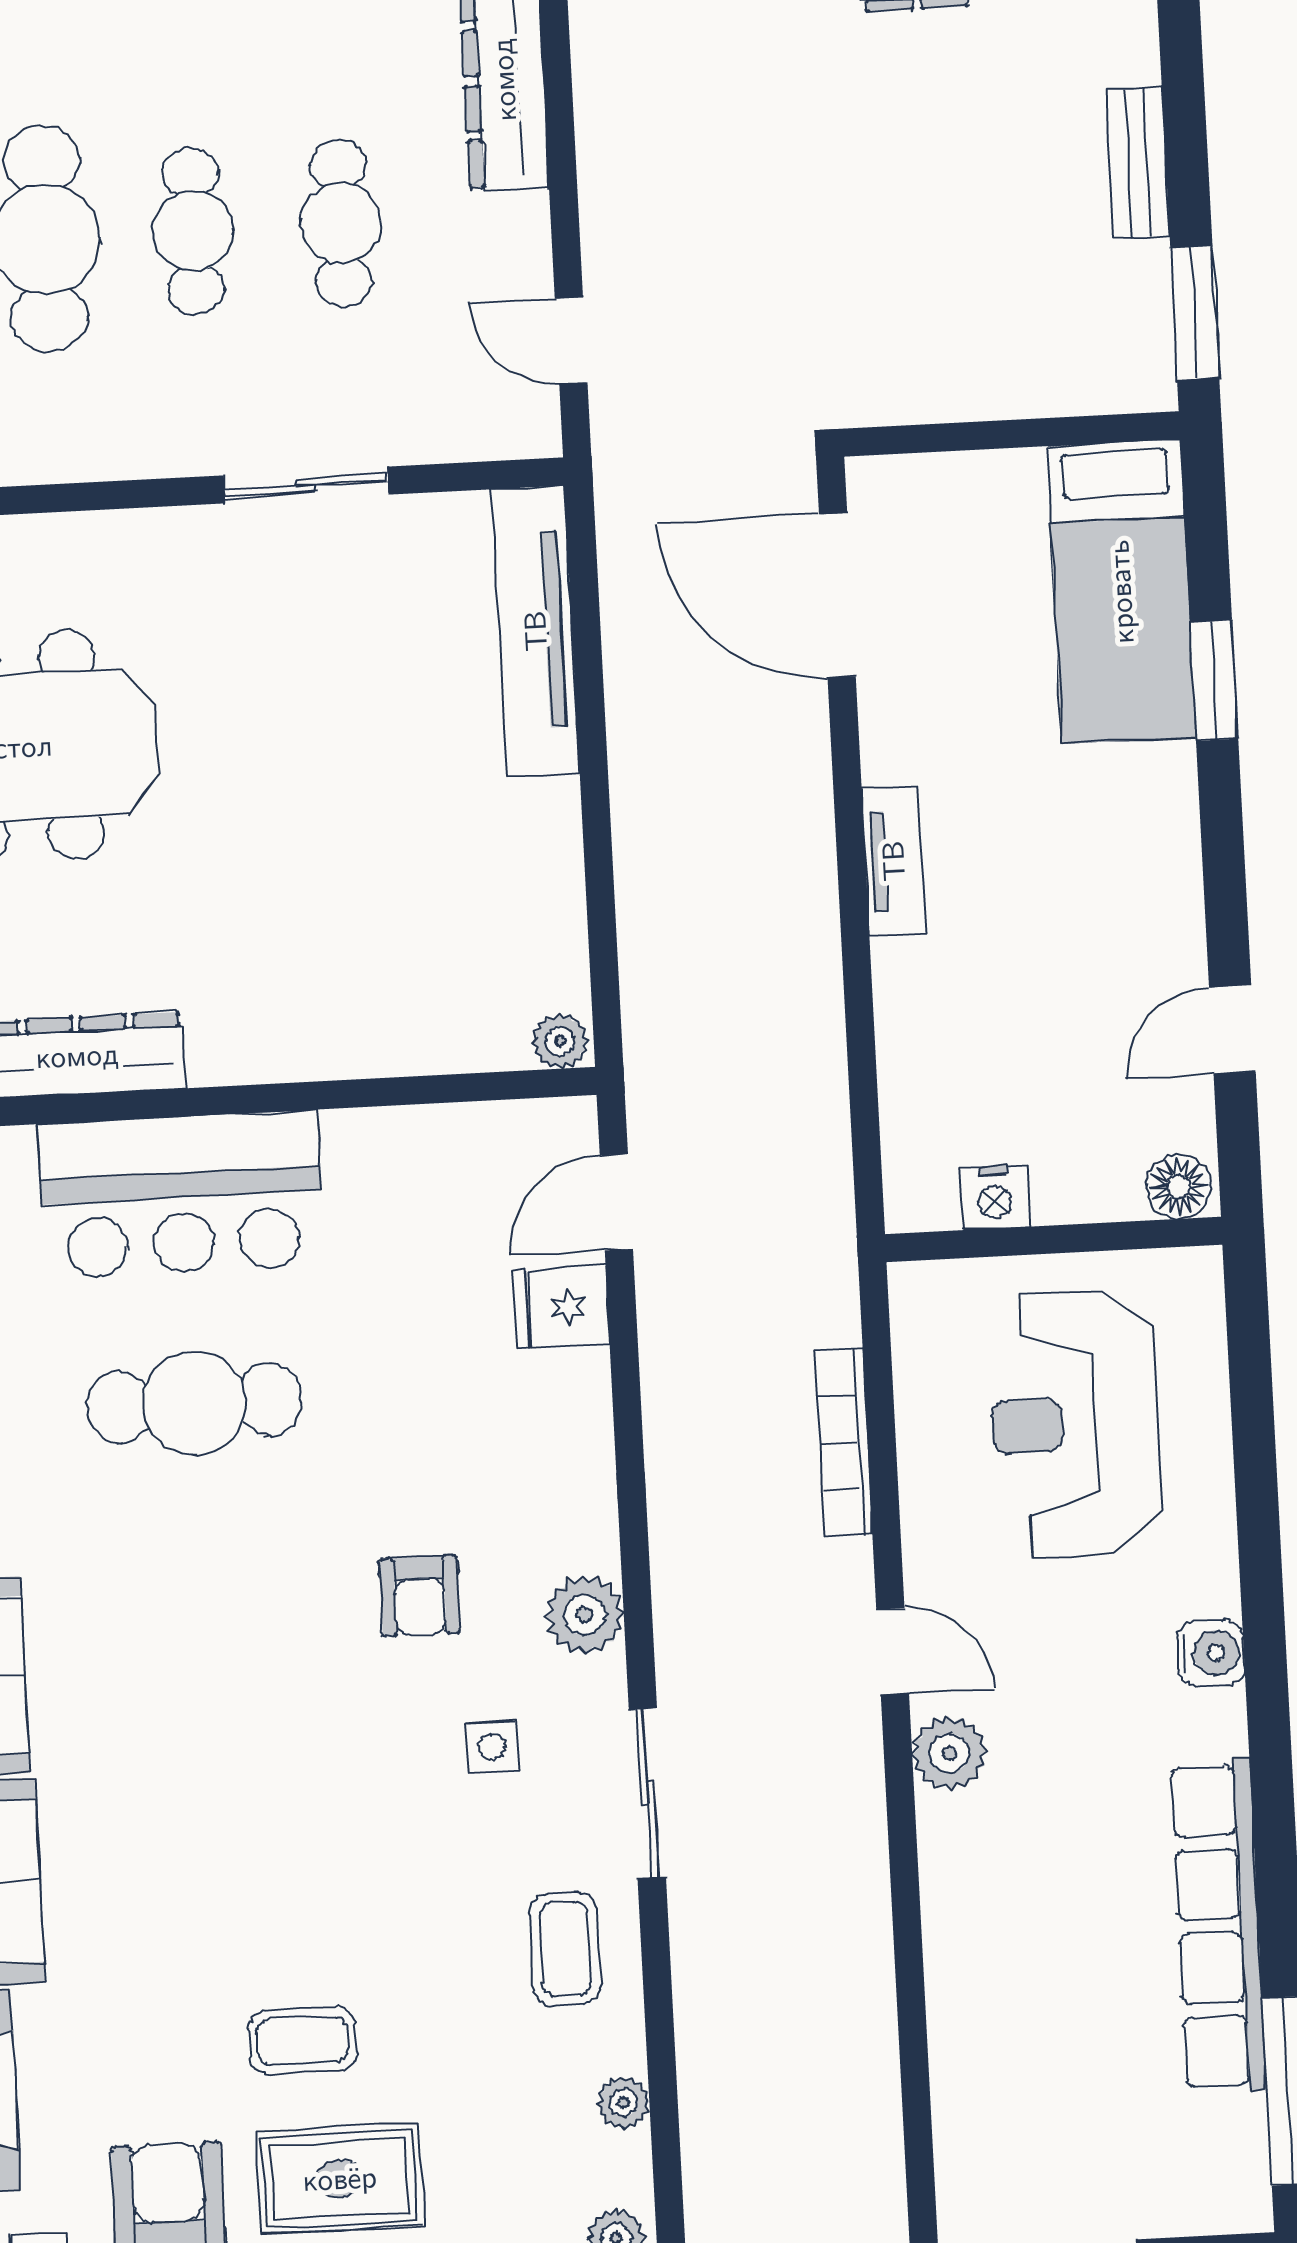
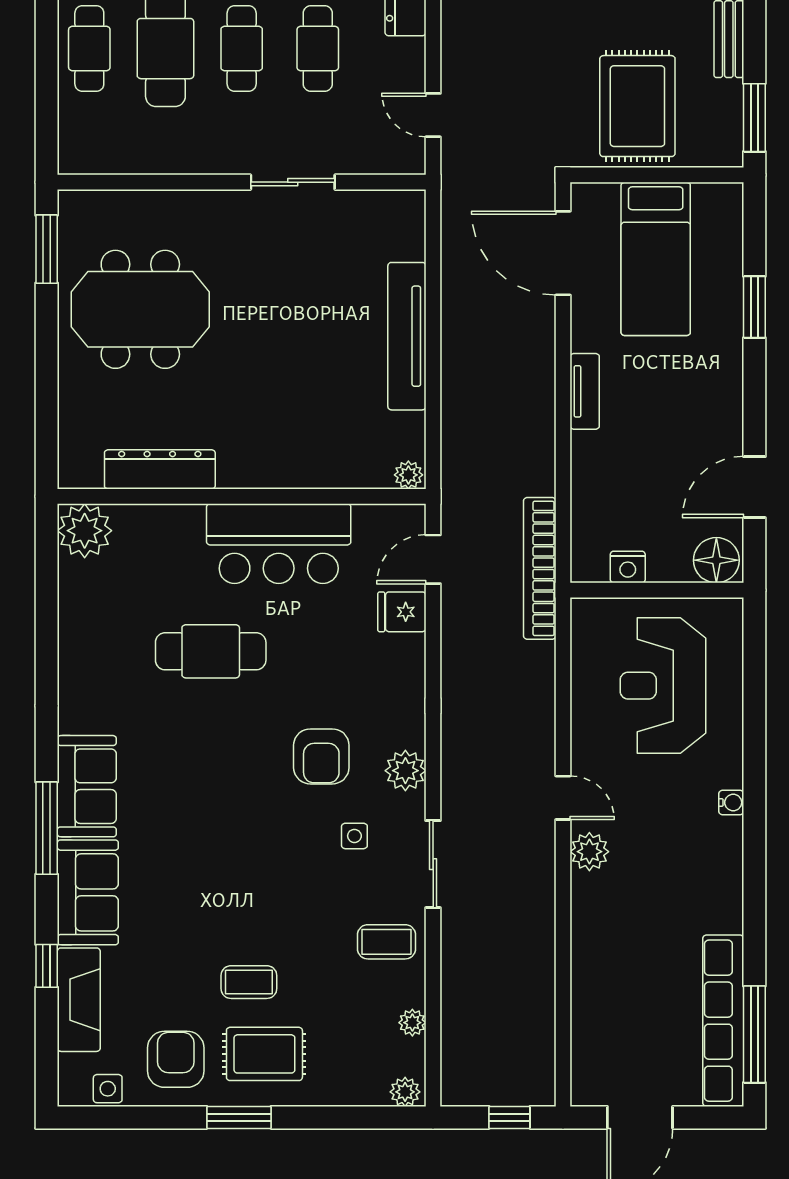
rug: (967, 302) -> (637, 106), added
bed: (1121, 592) -> (656, 259), moved
tv unit: (536, 631) -> (407, 336), moved
door: (1232, 1029) -> (754, 487), width x1.38
floor lamp: (1179, 1187) -> (716, 560), width x1.38, depth x1.38
bar counter: (181, 1194) -> (279, 544), moved
bookcase: (844, 1442) -> (540, 568), moved, width x1.48, depth x1.31
armchair: (420, 1596) -> (321, 756), width x1.38, depth x1.38
water cooler: (1211, 1653) -> (731, 803), width x0.72, depth x0.72
row of seats: (1219, 1926) -> (723, 1021), moved
coffee table: (565, 1949) -> (386, 942), turned 90

